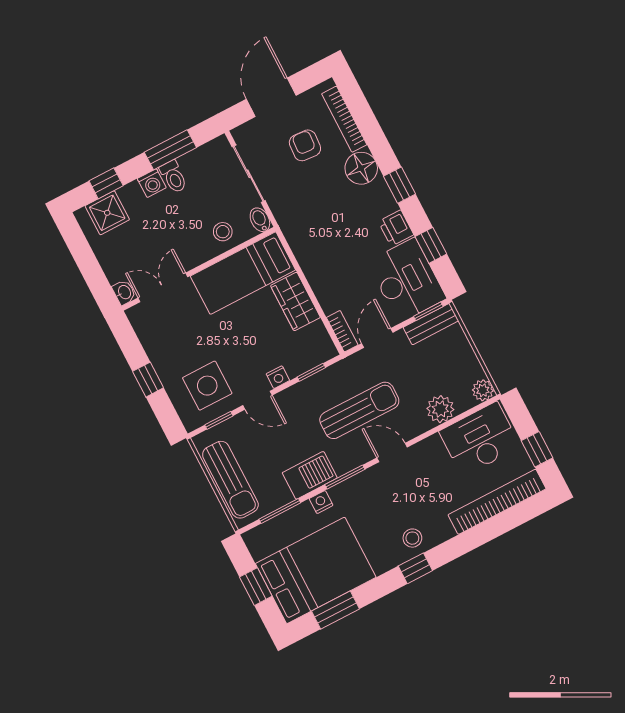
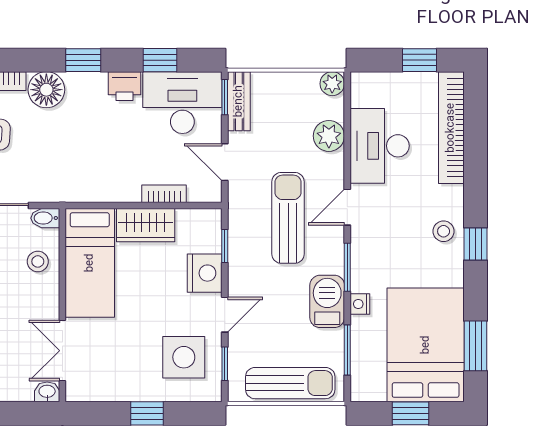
bookcase: (342, 331) -> (164, 194), moved
nightstand: (278, 377) -> (205, 273), width x1.89, depth x1.79
desk: (480, 439) -> (380, 146), moved

